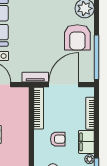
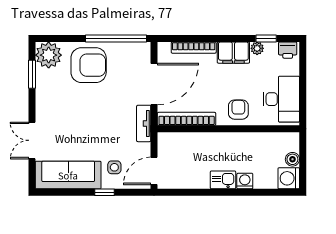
door: (64, 85) -> (154, 84), swing flipped
armchair: (58, 139) -> (238, 110), moved

